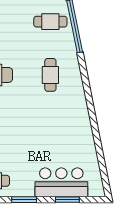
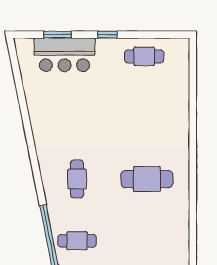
window: (24, 200) -> (107, 35), width x0.67

